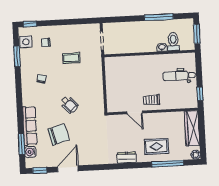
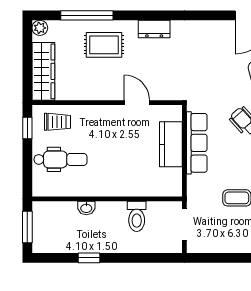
window: (159, 17) -> (89, 258), width x0.46
toilet: (173, 42) -> (137, 216), moved
kitchen counter: (113, 88) -> (171, 144), added
row of seats: (97, 90) -> (197, 143), added
trolley: (151, 100) -> (58, 122), moved

